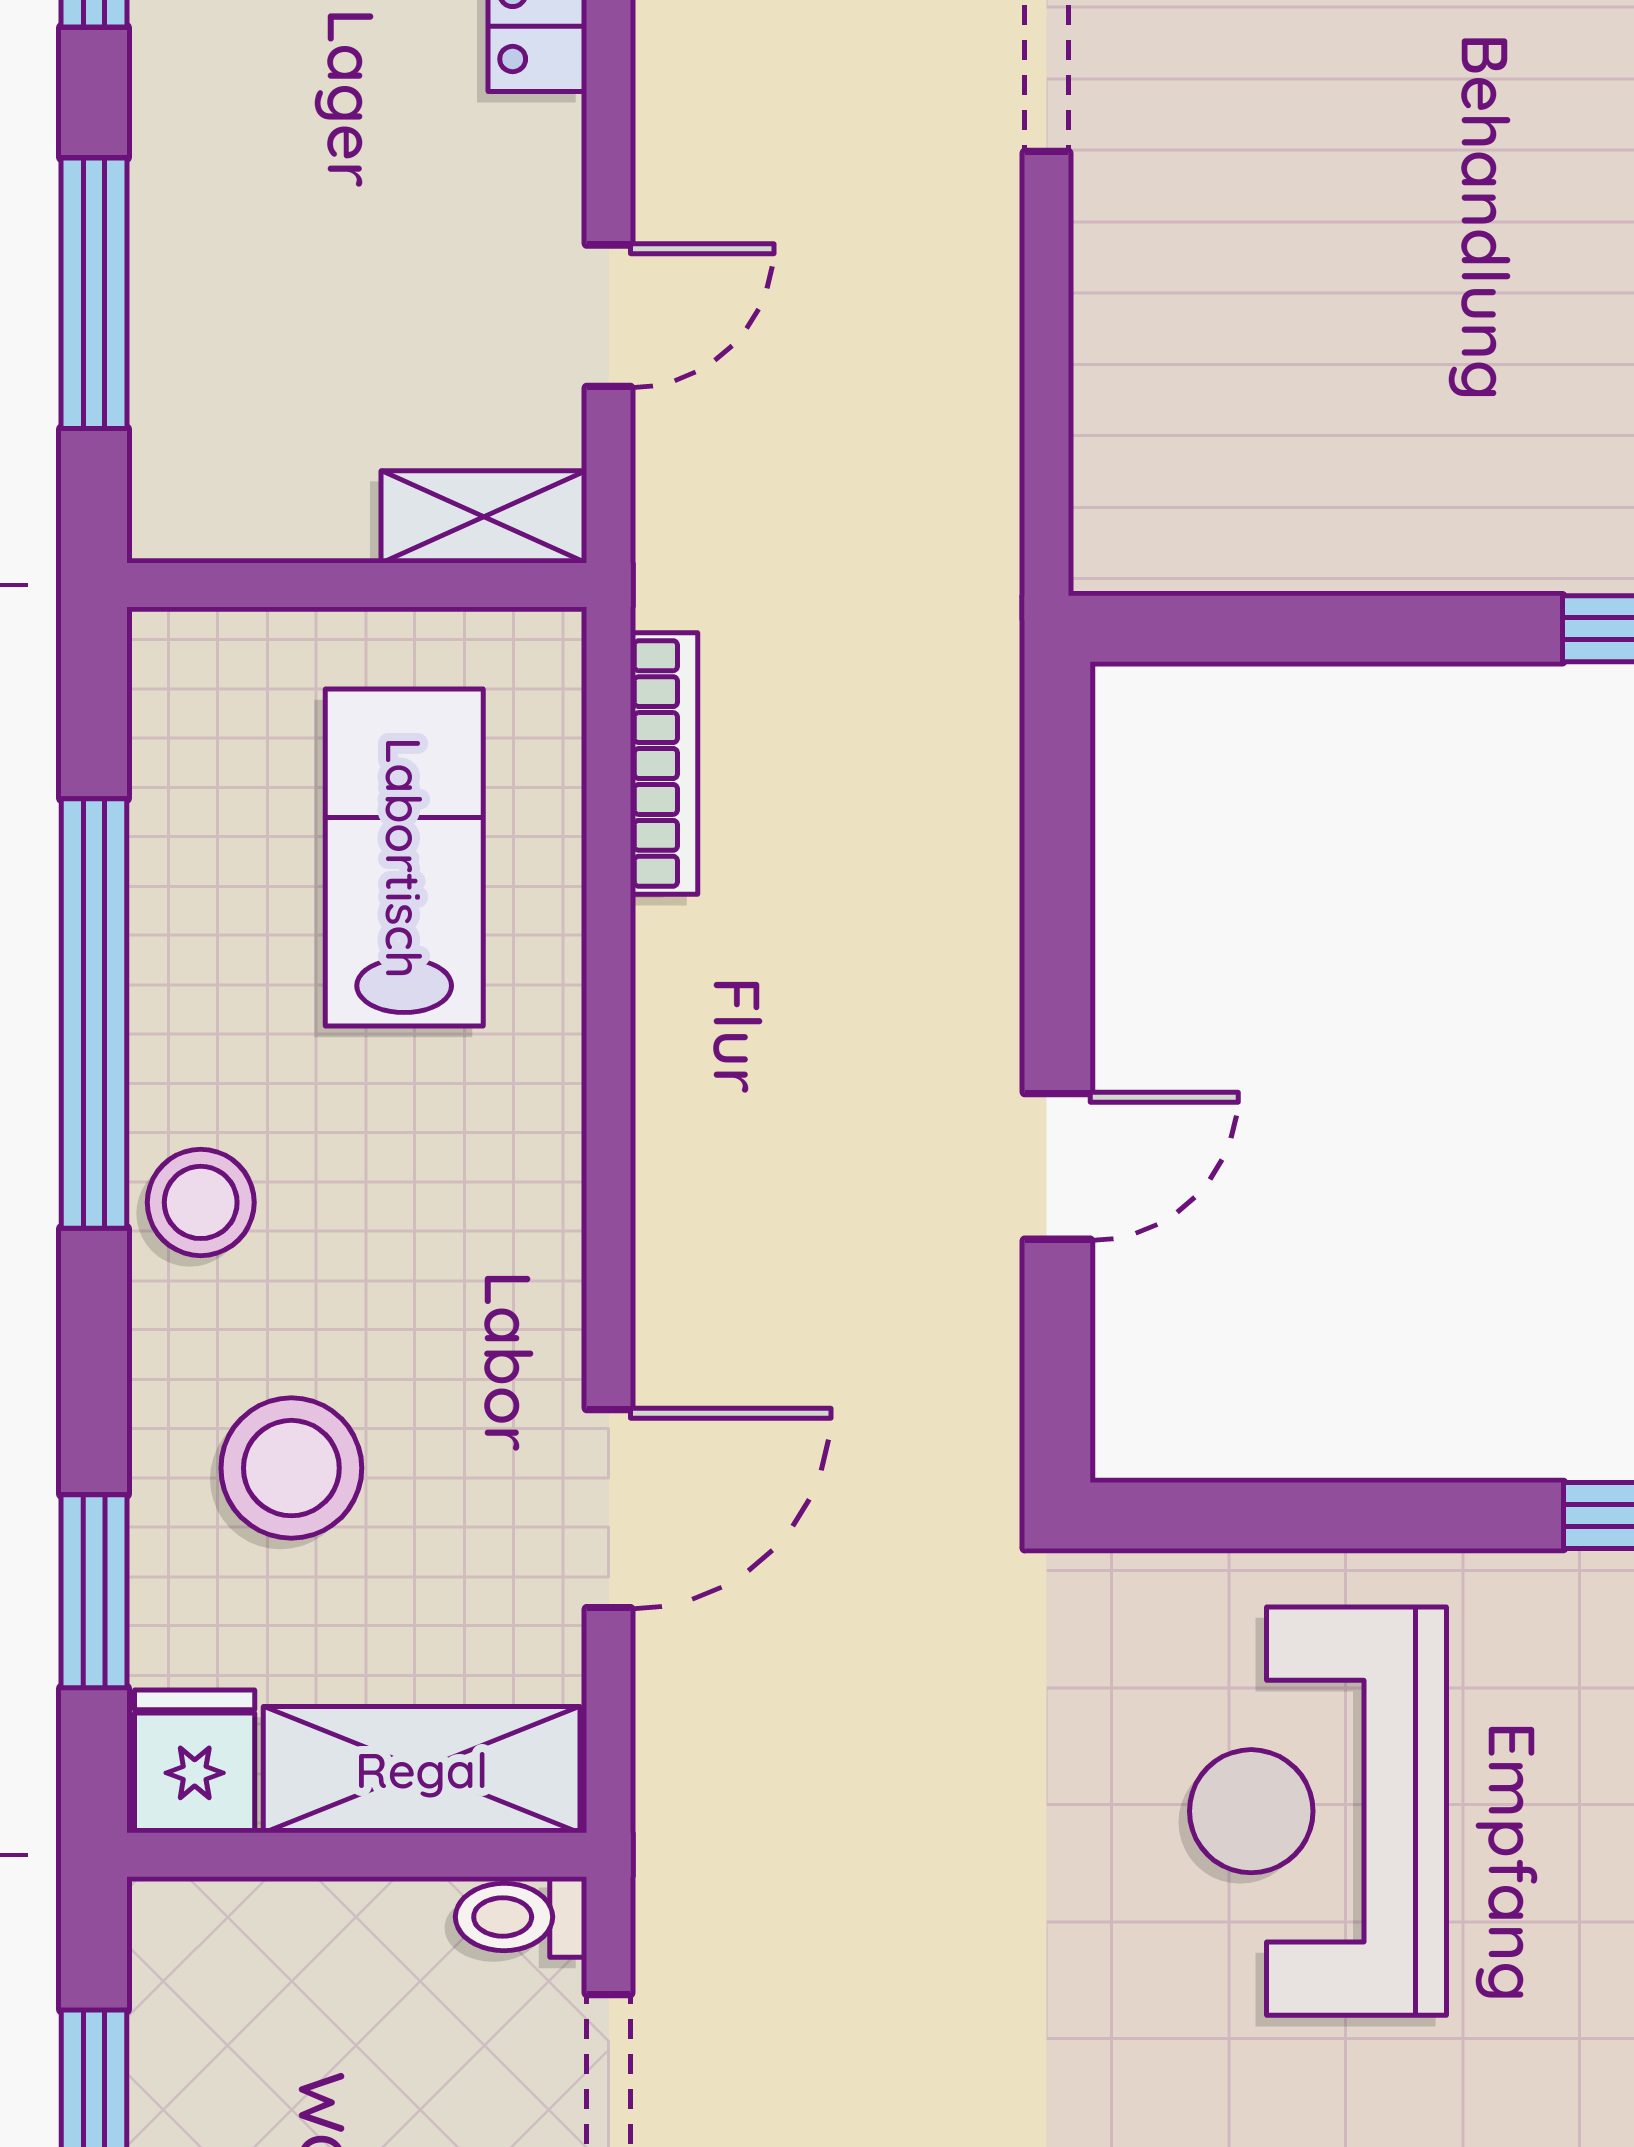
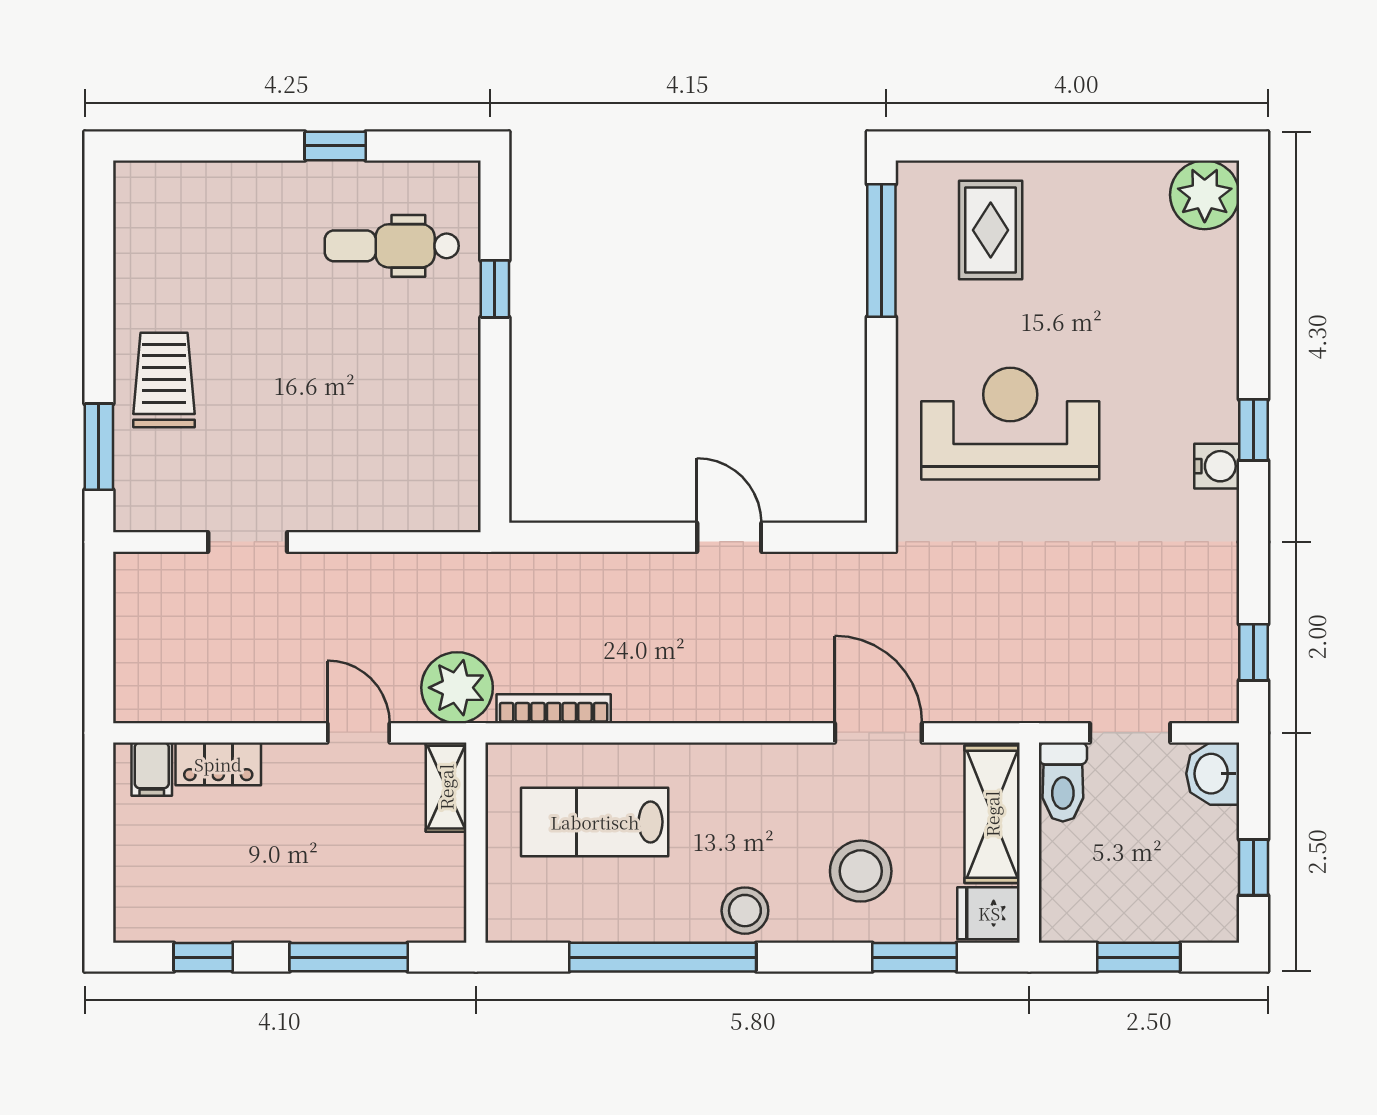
plant: (712, 542) -> (457, 688), added
reception desk: (1318, 1811) -> (1010, 424), turned 180
toilet: (521, 1917) -> (1063, 782), width x1.37, depth x1.39

